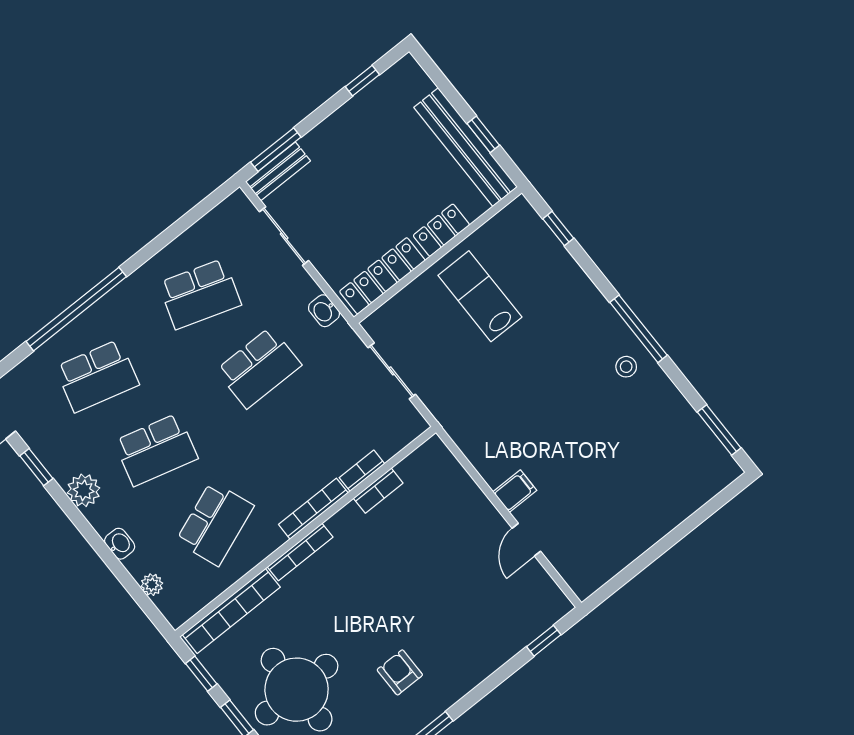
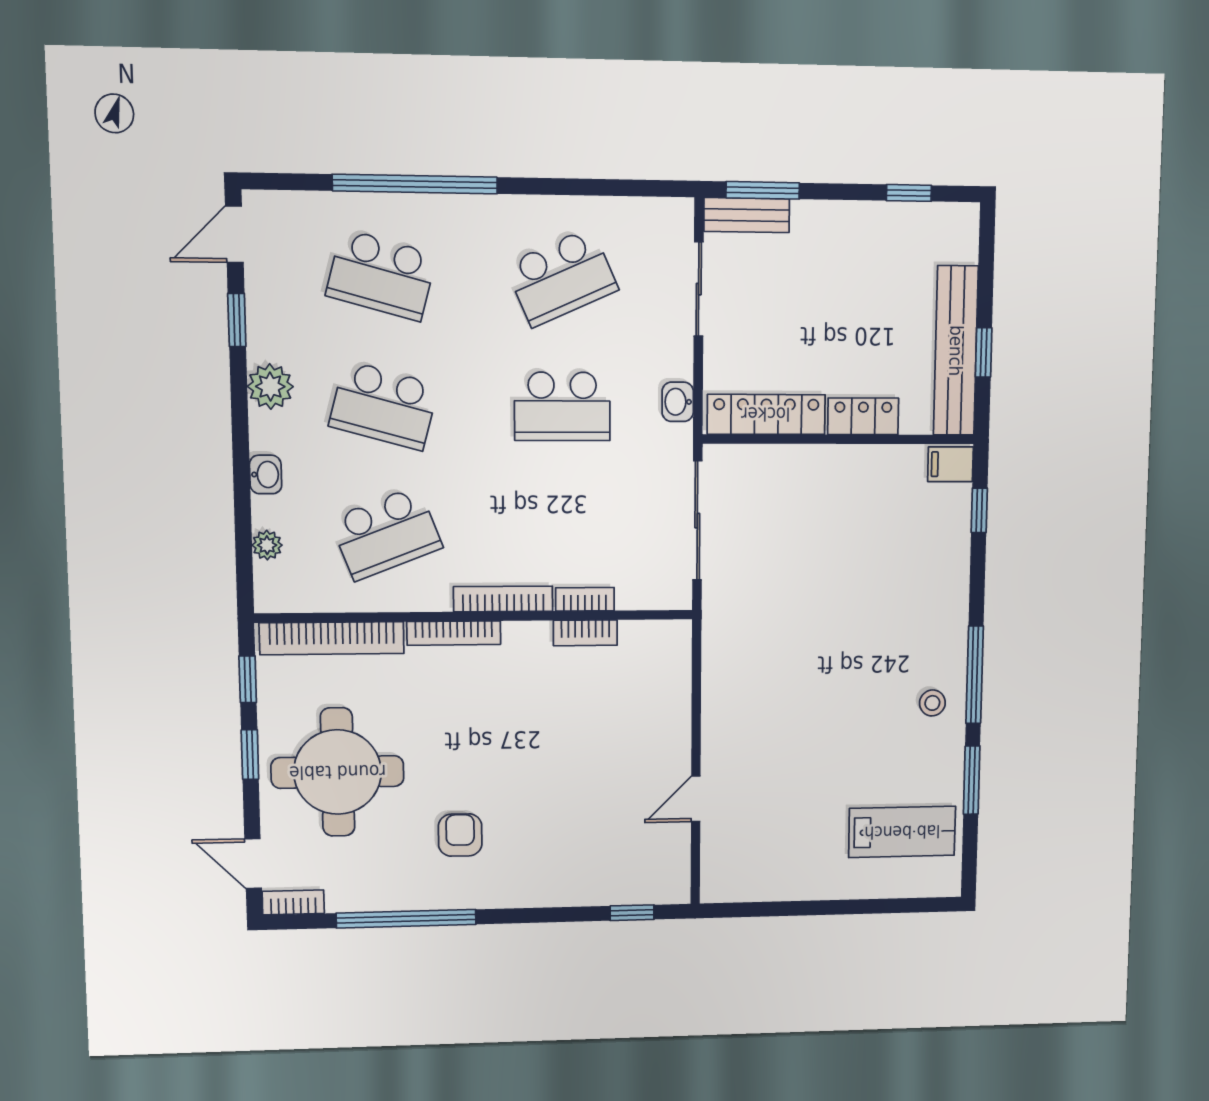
school desk: (200, 294) -> (562, 277), turned -42
lab bench: (480, 296) -> (902, 832), moved, turned 90
sliding door: (392, 371) -> (697, 521), width x1.37
window: (719, 430) -> (972, 780), moved
filing cabinet: (515, 491) -> (951, 464), moved, turned 180

